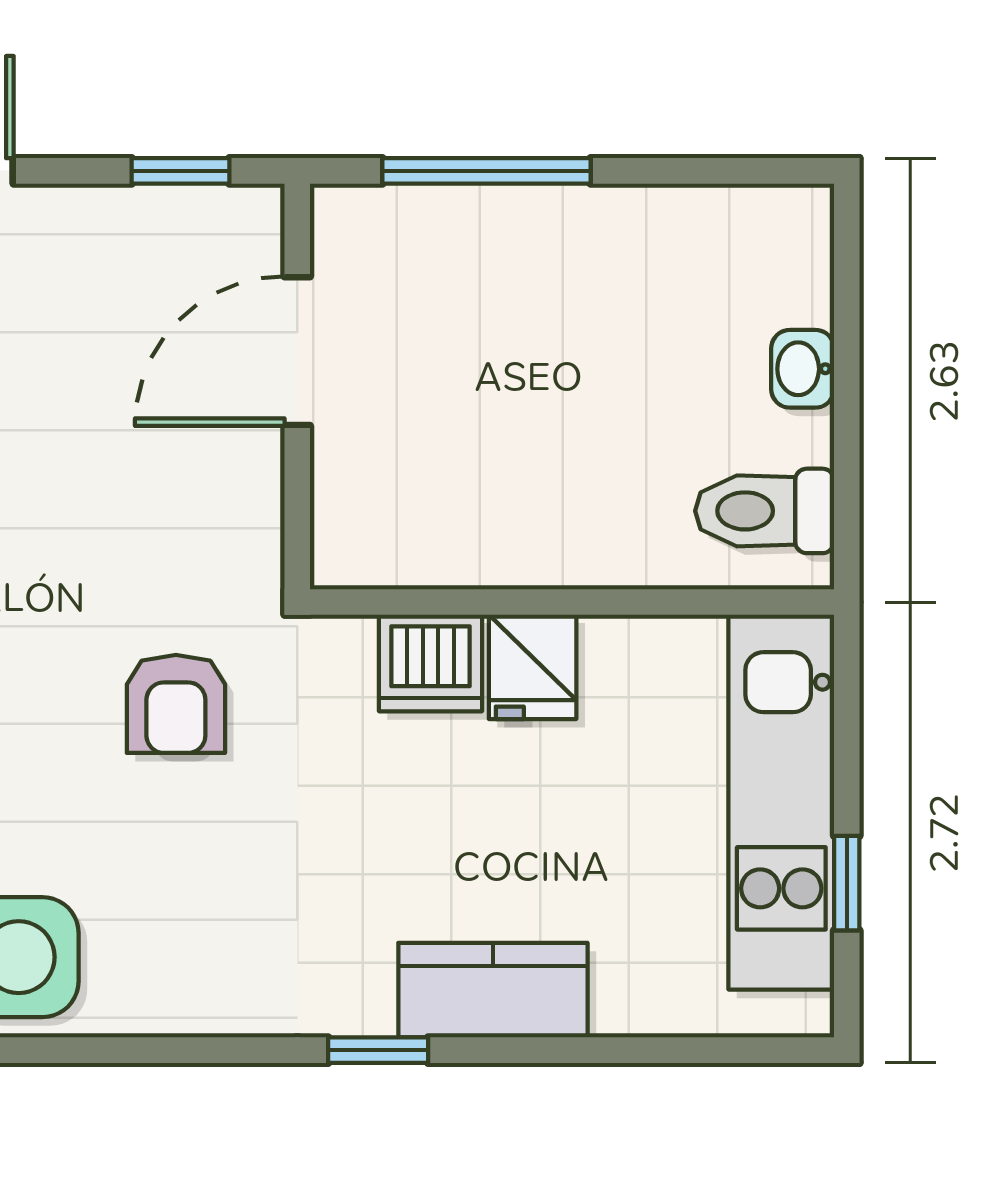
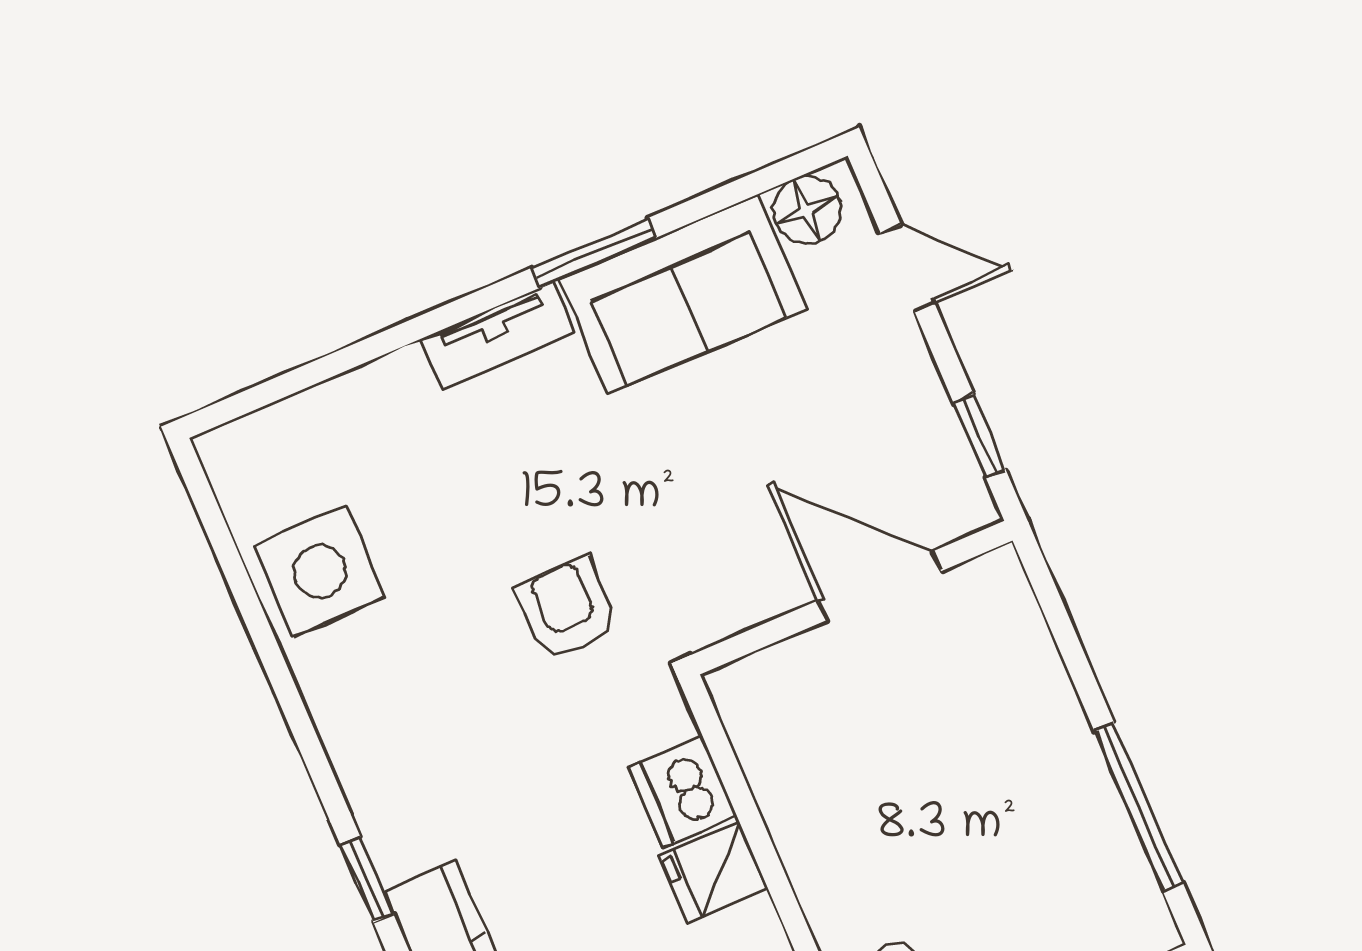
window: (486, 171) -> (1139, 807), moved
armchair: (176, 704) -> (567, 609), turned 90

